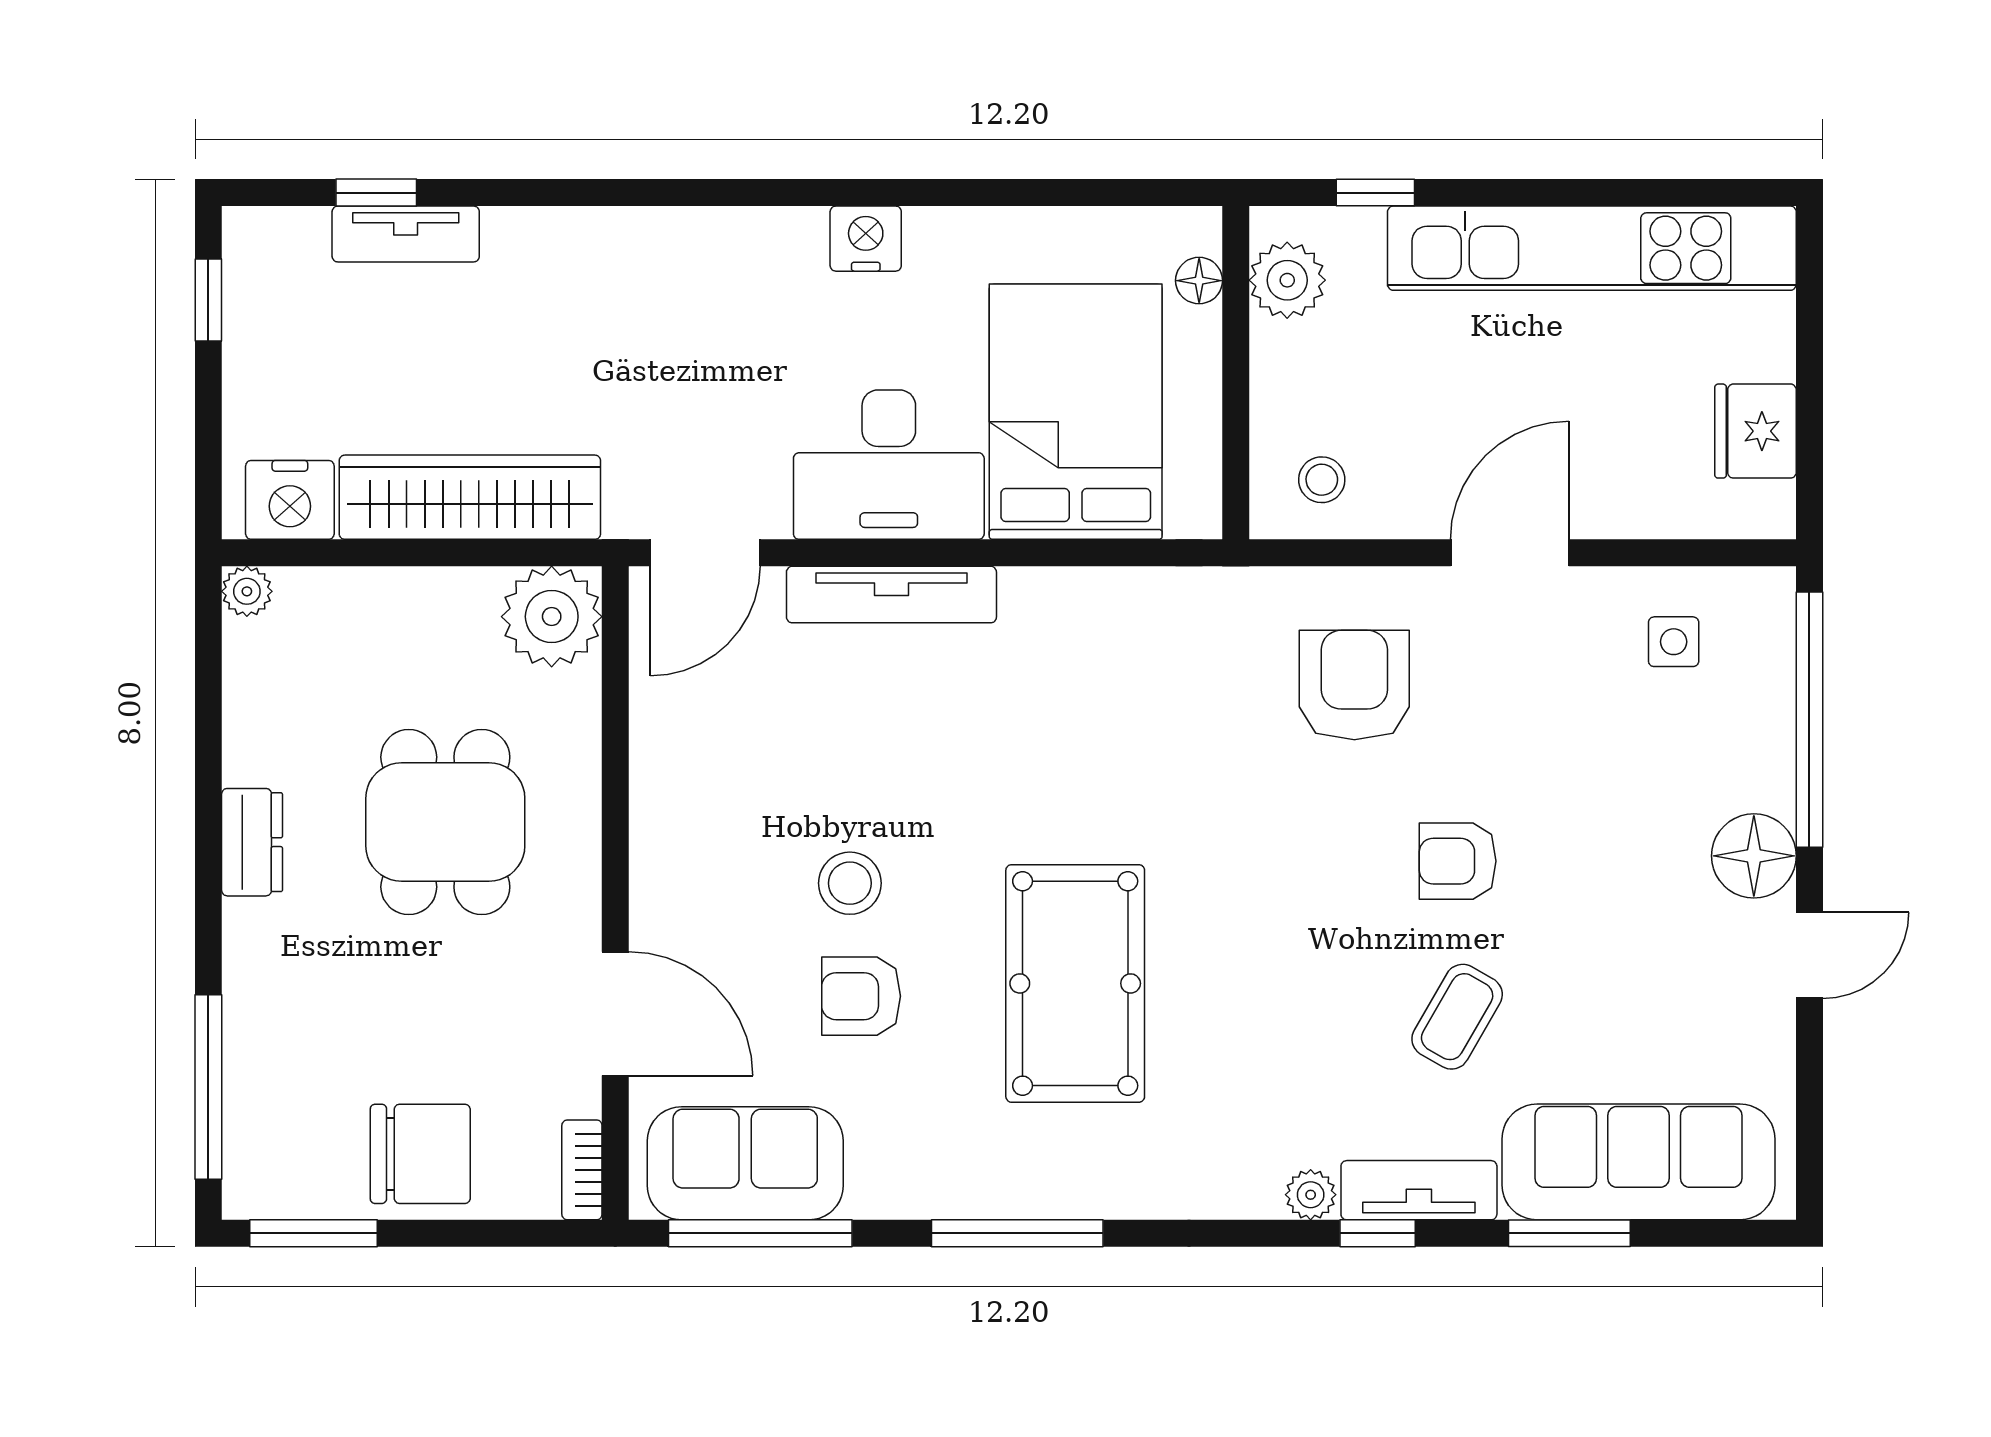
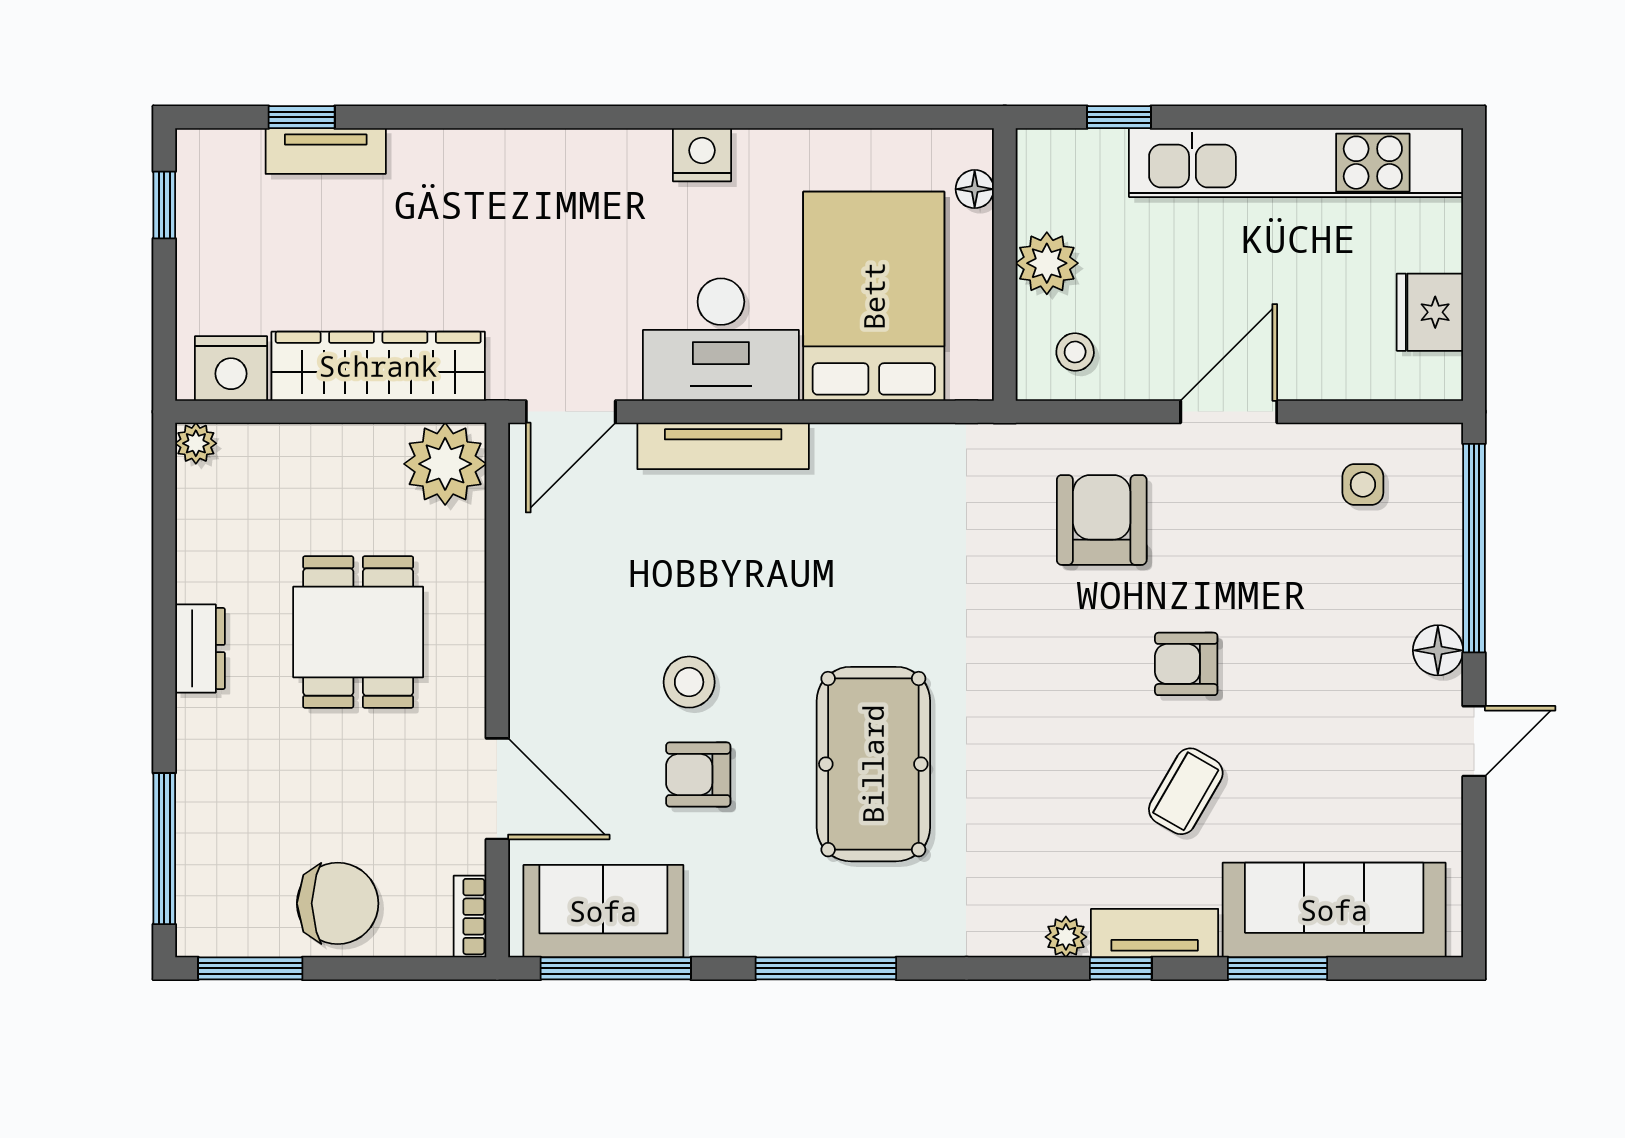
plant: (1287, 280) -> (1047, 263), moved
floor lamp: (1754, 856) -> (1438, 650), width x0.73, depth x0.73

